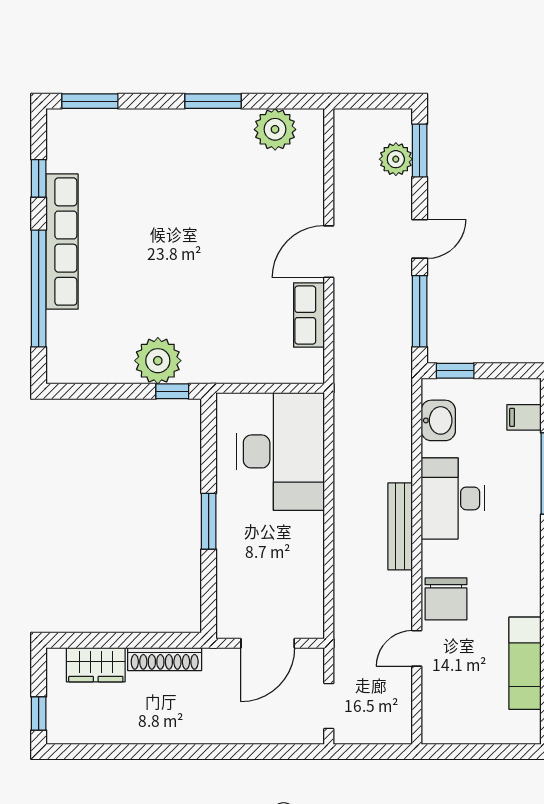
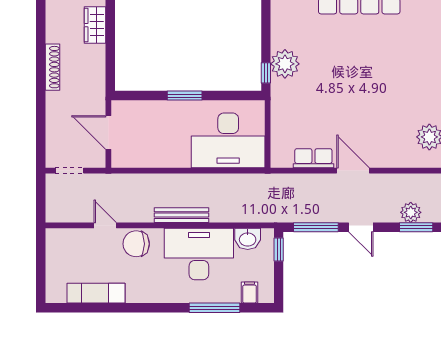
desk: (453, 498) -> (199, 254), width x1.36, depth x1.30
shoe rack: (165, 659) -> (53, 67), moved, turned 180

